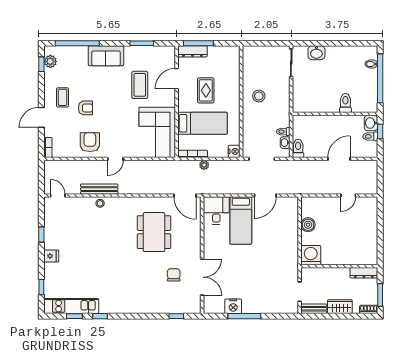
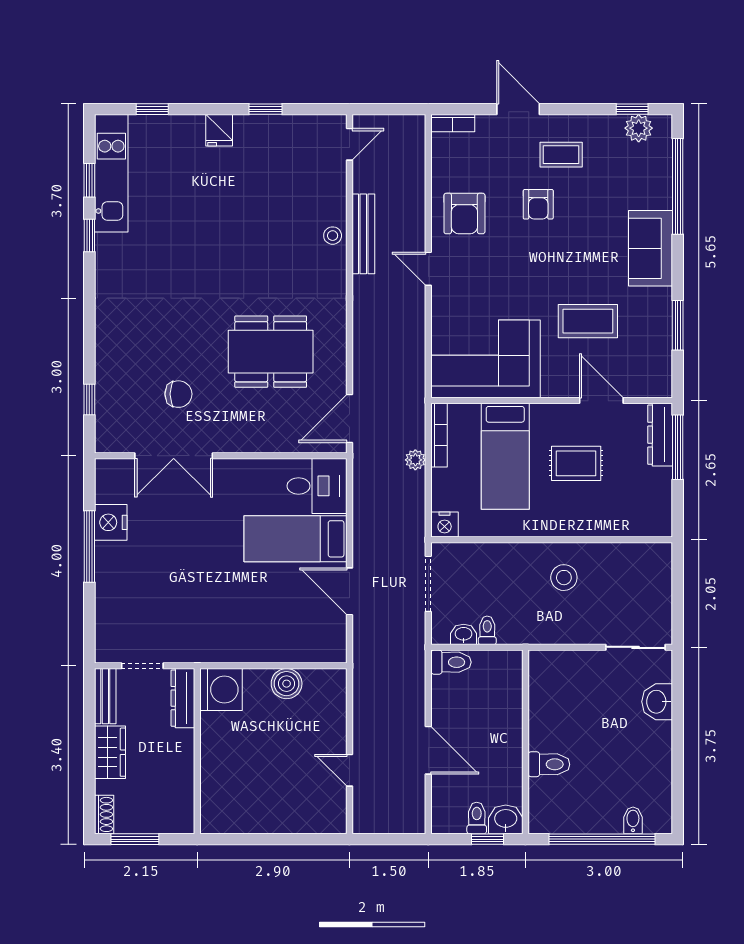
armchair: (90, 142) -> (464, 213), turned 90
dresser: (364, 273) -> (183, 698), moved

